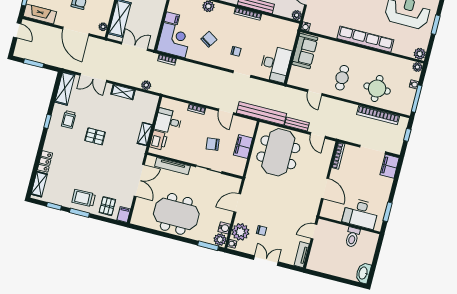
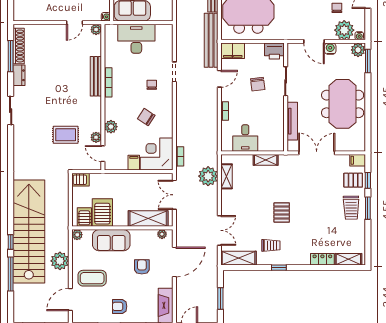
desk: (276, 64) -> (136, 39), moved
plant: (146, 85) -> (208, 176), width x1.87, depth x1.87
shelving: (123, 92) -> (226, 176), moved
printer: (159, 140) -> (274, 51), moved, turned 180
filing cabinet: (243, 146) -> (233, 51), moved
window: (54, 206) -> (368, 180), moved
water cooler: (224, 228) -> (330, 49), moved

